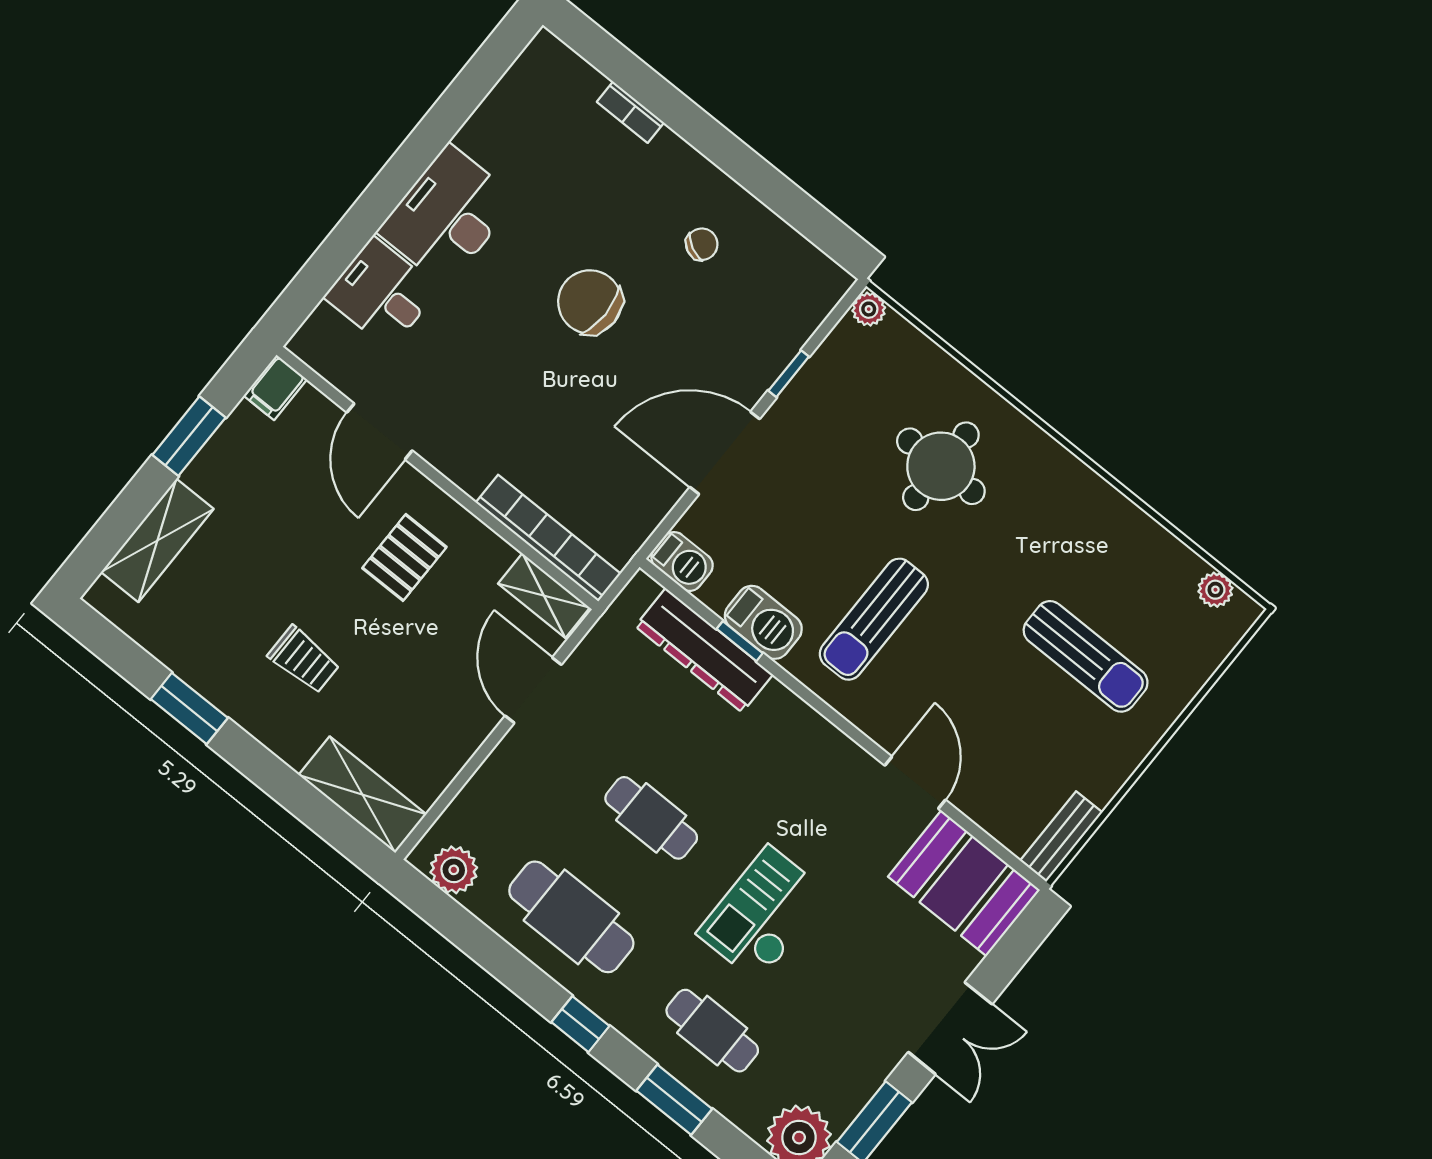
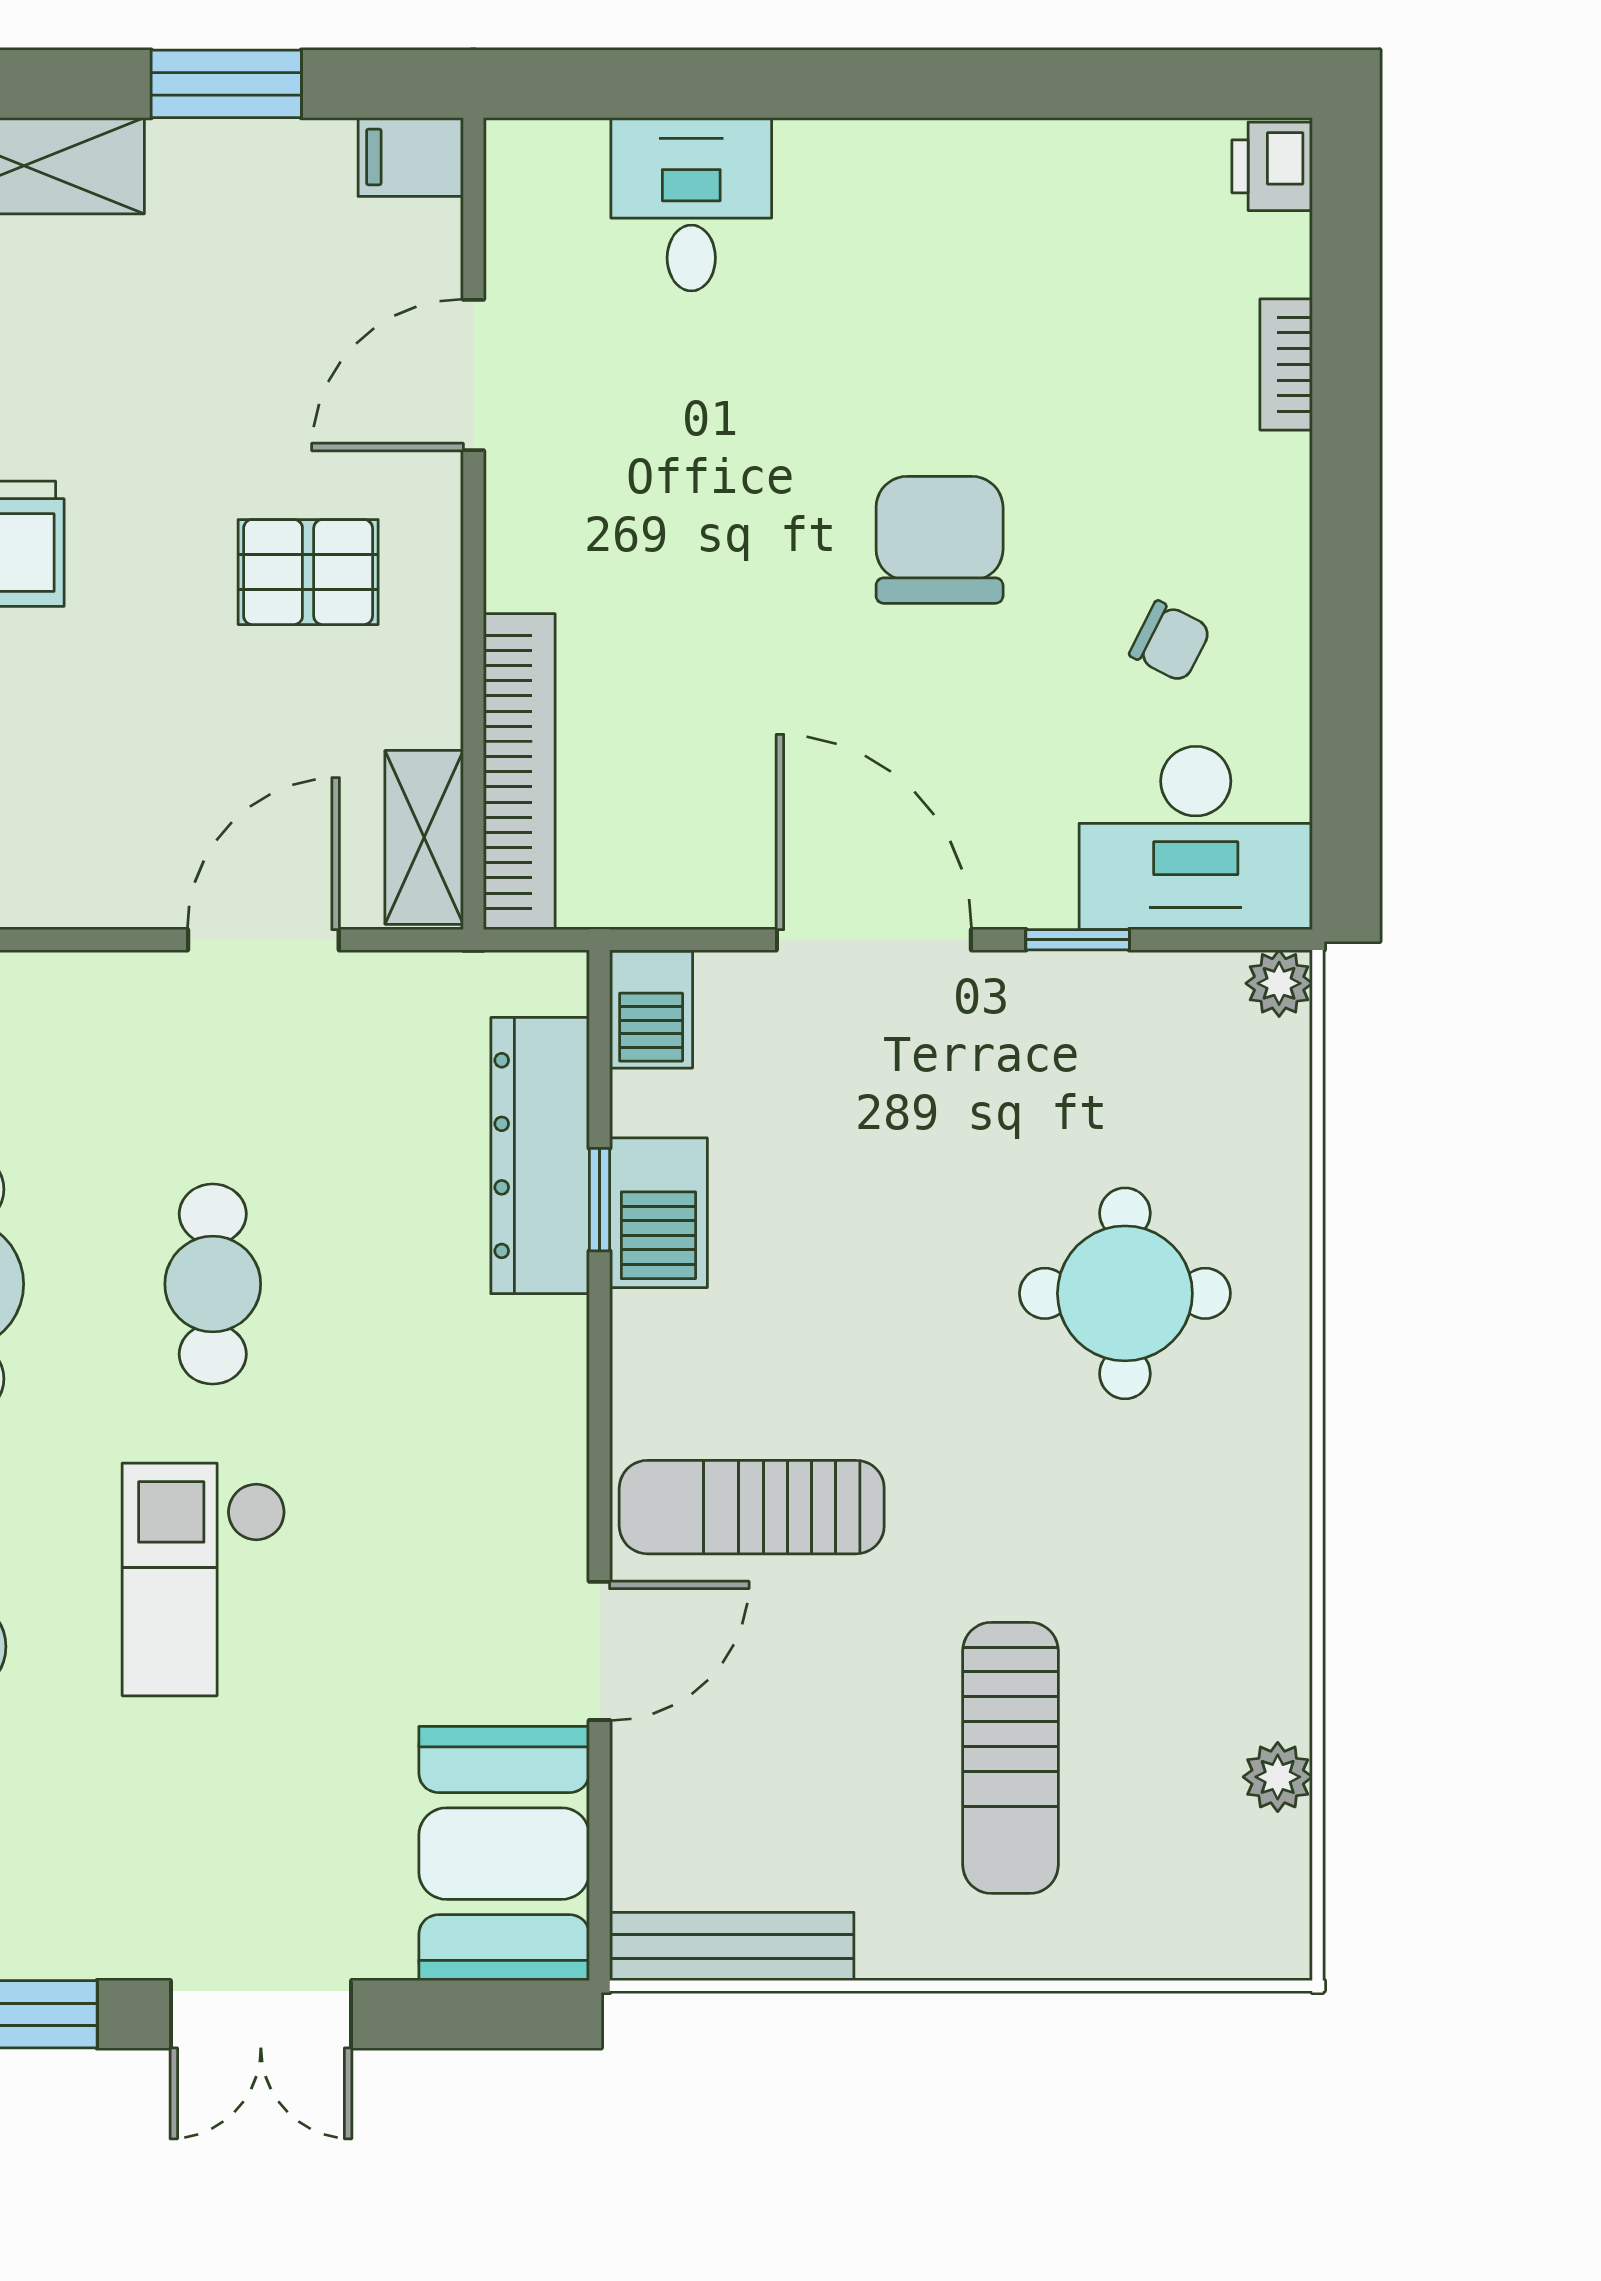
printer: (549, 56) -> (1272, 166), added
desk: (447, 216) -> (1196, 838), moved, turned 180
plant: (1215, 590) -> (1278, 1777), moved
sun lounger: (874, 619) -> (752, 1507), moved
bench: (1061, 837) -> (732, 1946), width x1.36
checkout: (763, 914) -> (204, 1579), turned -90

